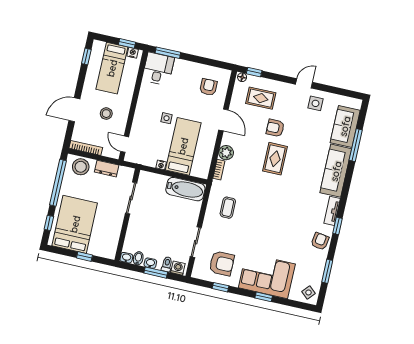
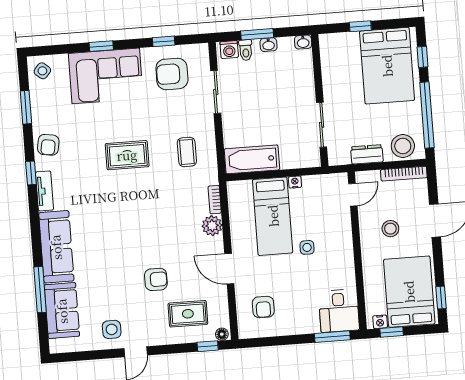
bed: (112, 68) -> (409, 292), width x1.50
door: (125, 144) -> (353, 195), hinge flipped
rug: (275, 159) -> (127, 155), moved, turned 90
bidet: (138, 258) -> (287, 46), removed

